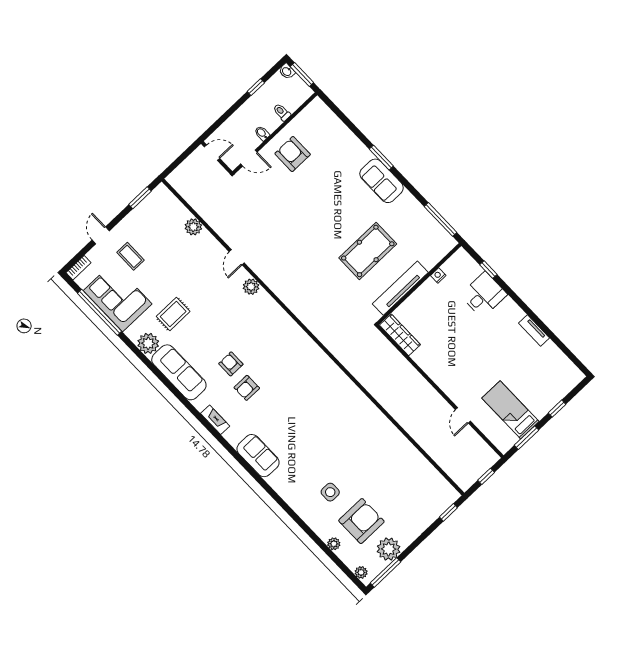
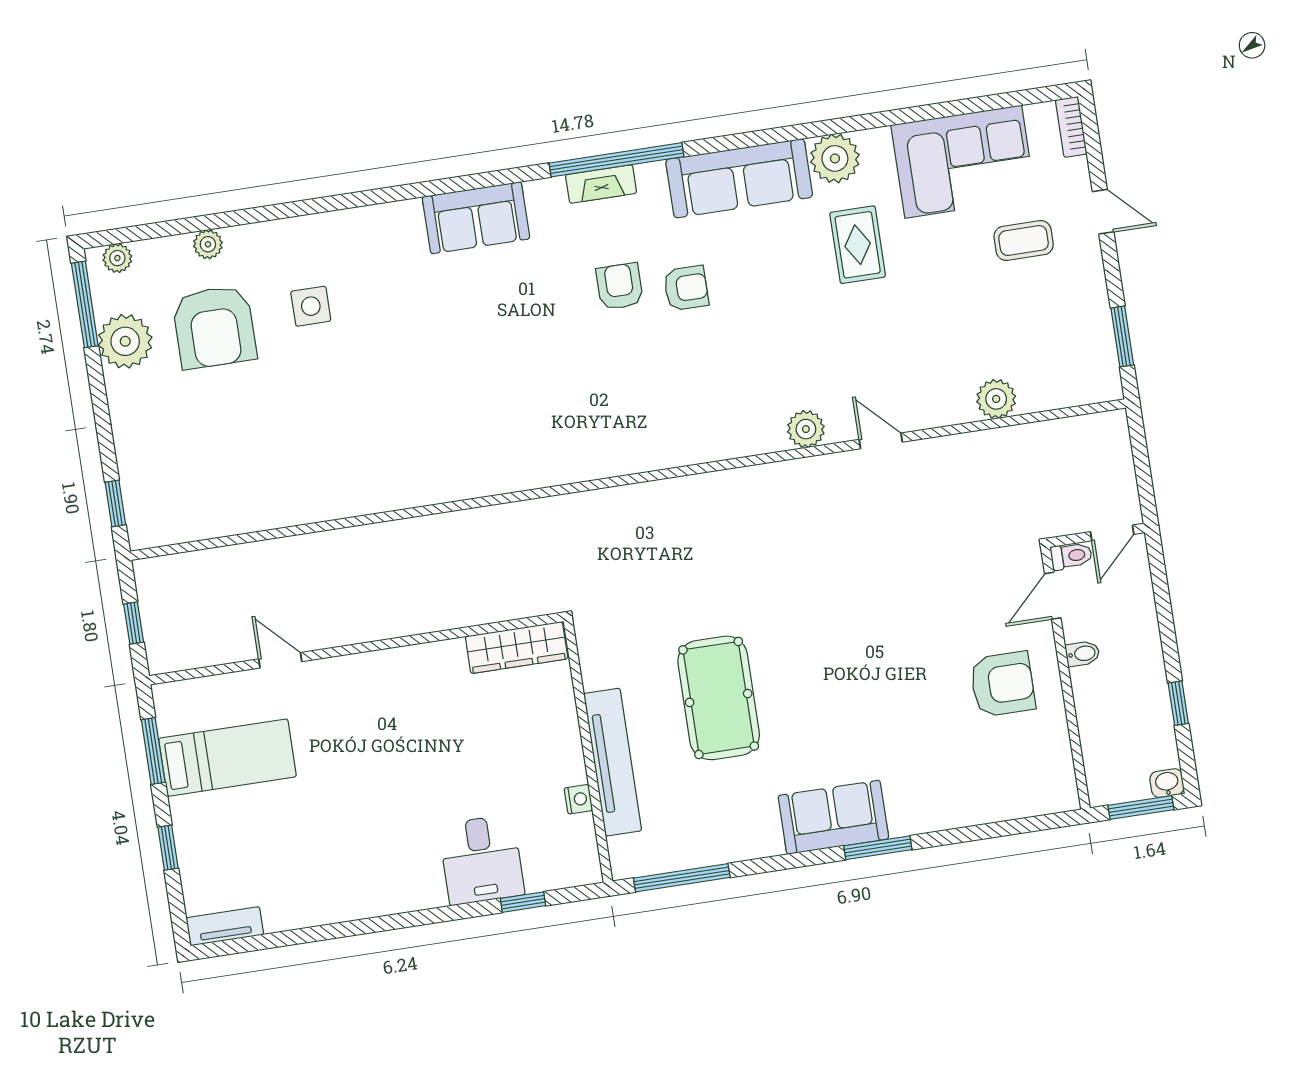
toilet: (282, 112) -> (1071, 556), moved
tv unit: (400, 288) -> (613, 762), moved
window: (100, 312) -> (616, 160), moved
tv unit: (534, 331) -> (225, 926), moved

